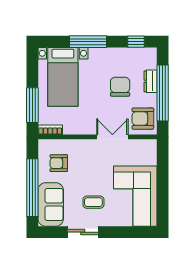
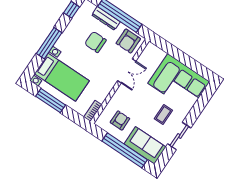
dresser: (150, 81) -> (106, 18), width x1.44
window: (32, 105) -> (51, 101), moved
double door: (112, 137) -> (127, 71), swing flipped
armchair: (59, 163) -> (120, 120), turned 180

